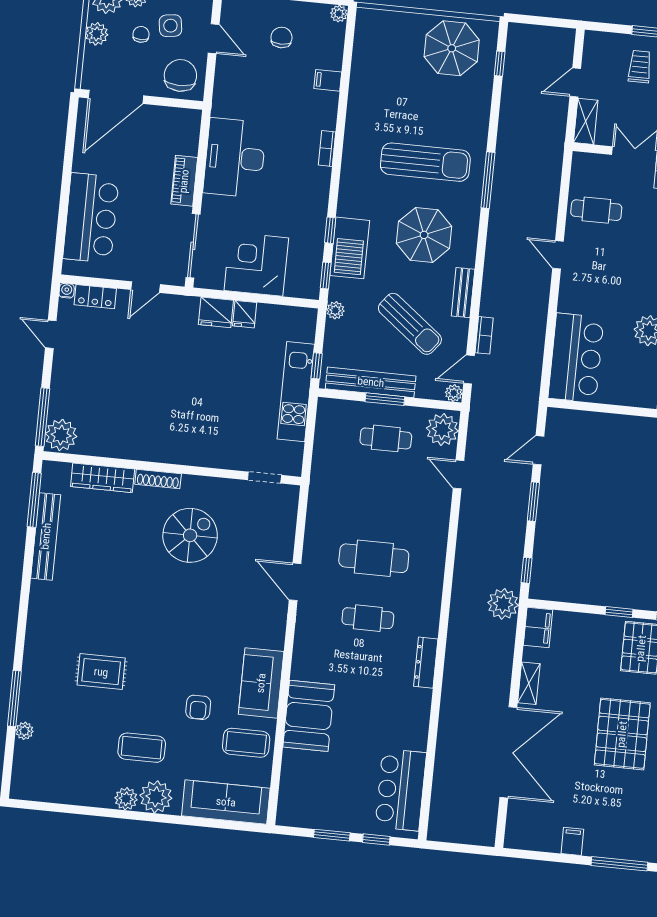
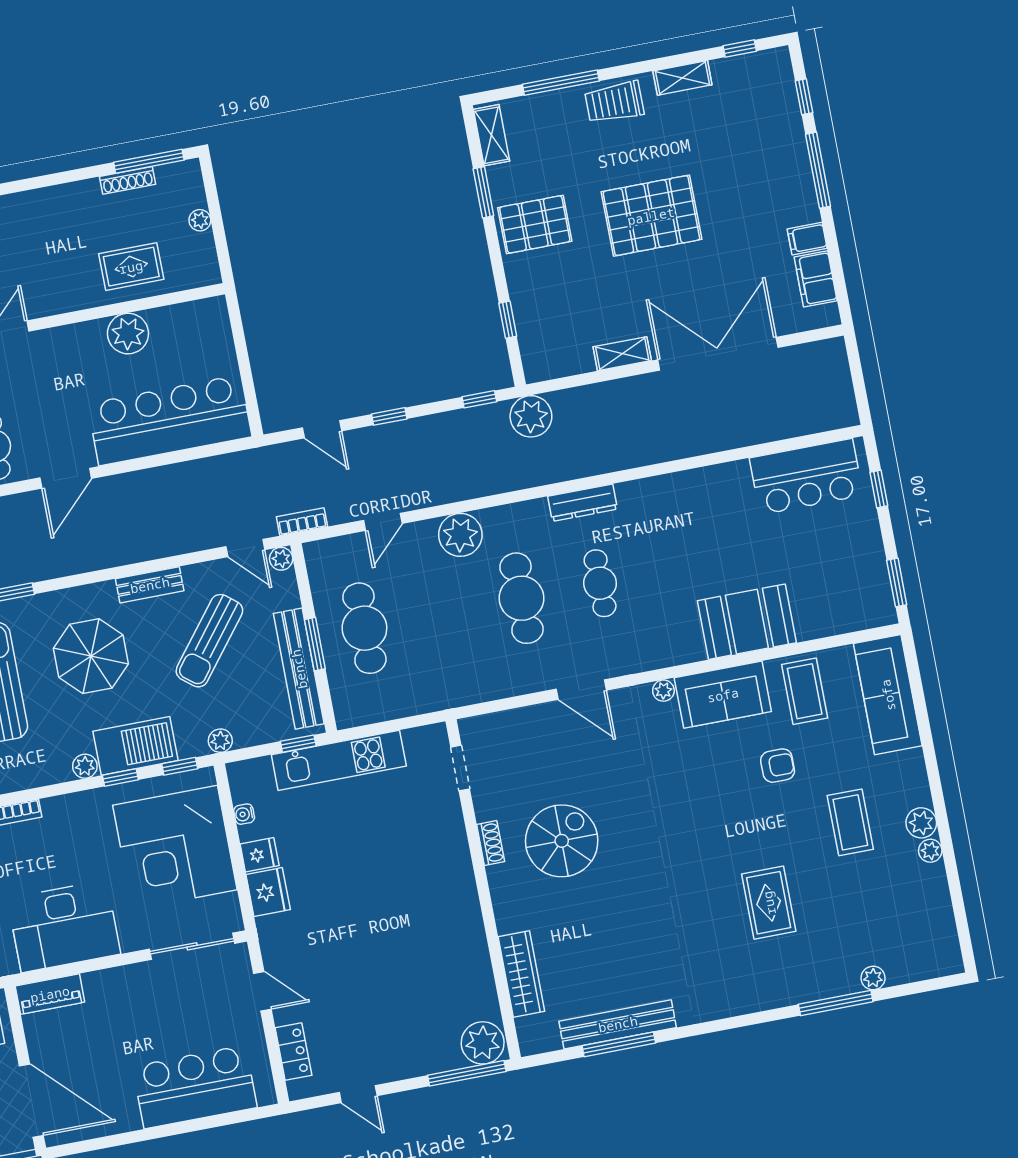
piano: (184, 181) -> (50, 994), moved
plant: (346, 207) -> (85, 766), added
door: (558, 255) -> (66, 478), width x1.38
corner desk: (256, 264) -> (175, 848), width x1.36, depth x1.36
water cooler: (67, 291) -> (244, 814), moved
sun lounger: (410, 324) -> (209, 641), turned 180
door: (51, 334) -> (358, 1094), hinge flipped
bookcase: (484, 335) -> (302, 522), moved
bar counter: (576, 358) -> (170, 420), width x1.36
plant: (442, 430) -> (460, 535), moved
cafe table: (386, 438) -> (364, 628), width x1.37, depth x1.35
shoe rack: (158, 479) -> (491, 843), moved, width x0.70
window: (34, 500) -> (619, 1044), moved
window: (533, 502) -> (389, 416), width x0.67
spiral stairs: (190, 535) -> (562, 841), turned 90
door: (295, 582) -> (581, 690), hinge flipped
window: (619, 612) -> (508, 320), moved
filing cabinet: (538, 628) -> (816, 279), moved, turned -90
plant: (277, 641) -> (663, 691), added
dresser: (426, 663) -> (583, 503), moved
plant: (156, 797) -> (930, 851), moved, width x0.53, depth x0.53
window: (332, 835) -> (897, 582), moved

